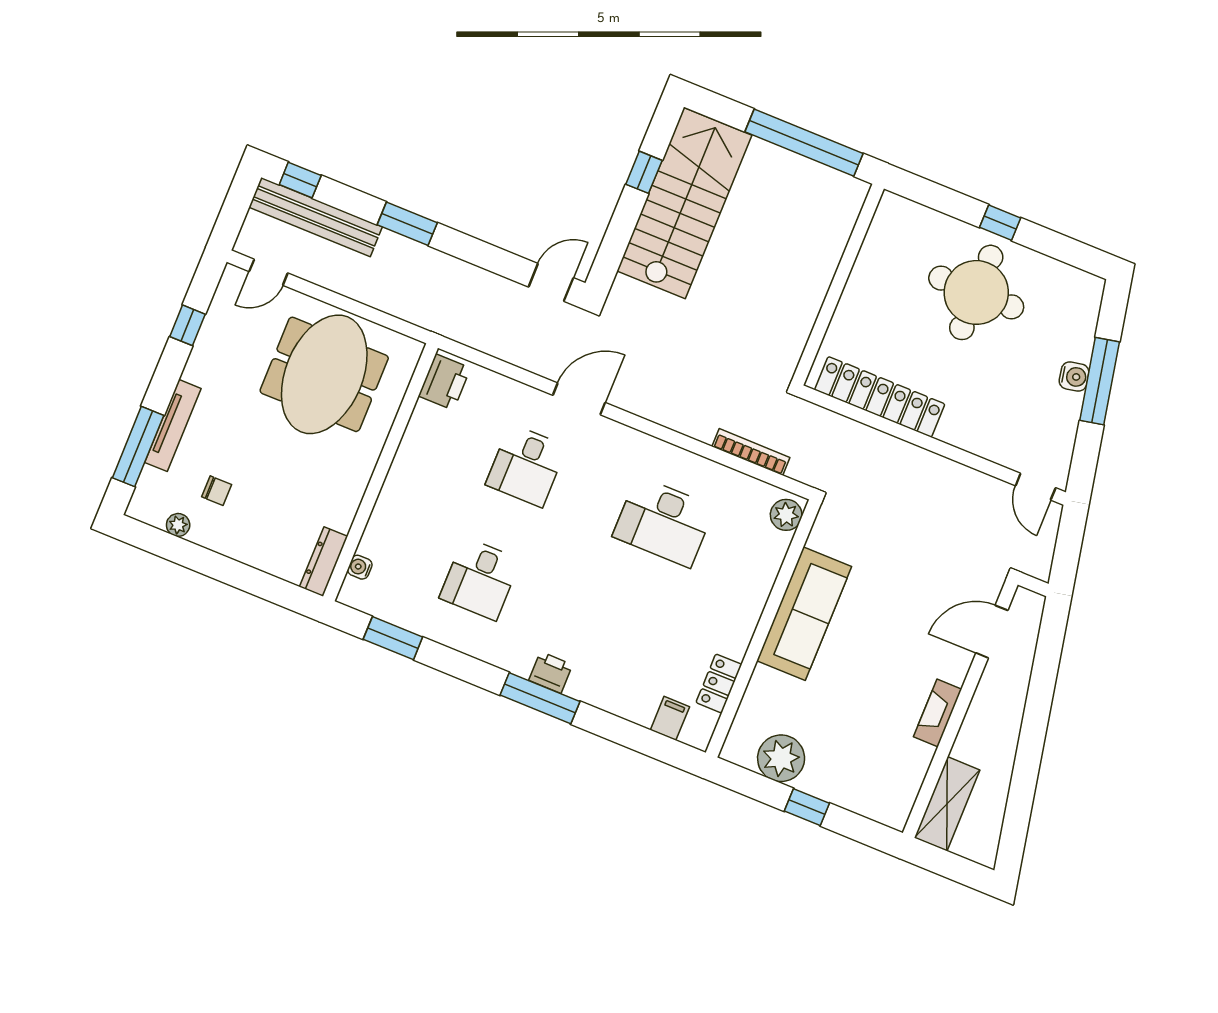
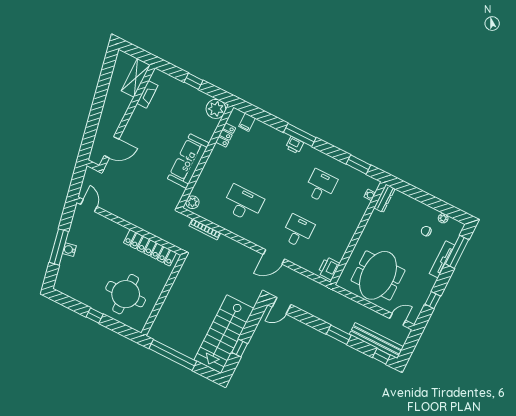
round table: (976, 292) -> (126, 294), moved
fireplace: (938, 713) -> (147, 94), moved
plant: (781, 758) -> (216, 109), moved

